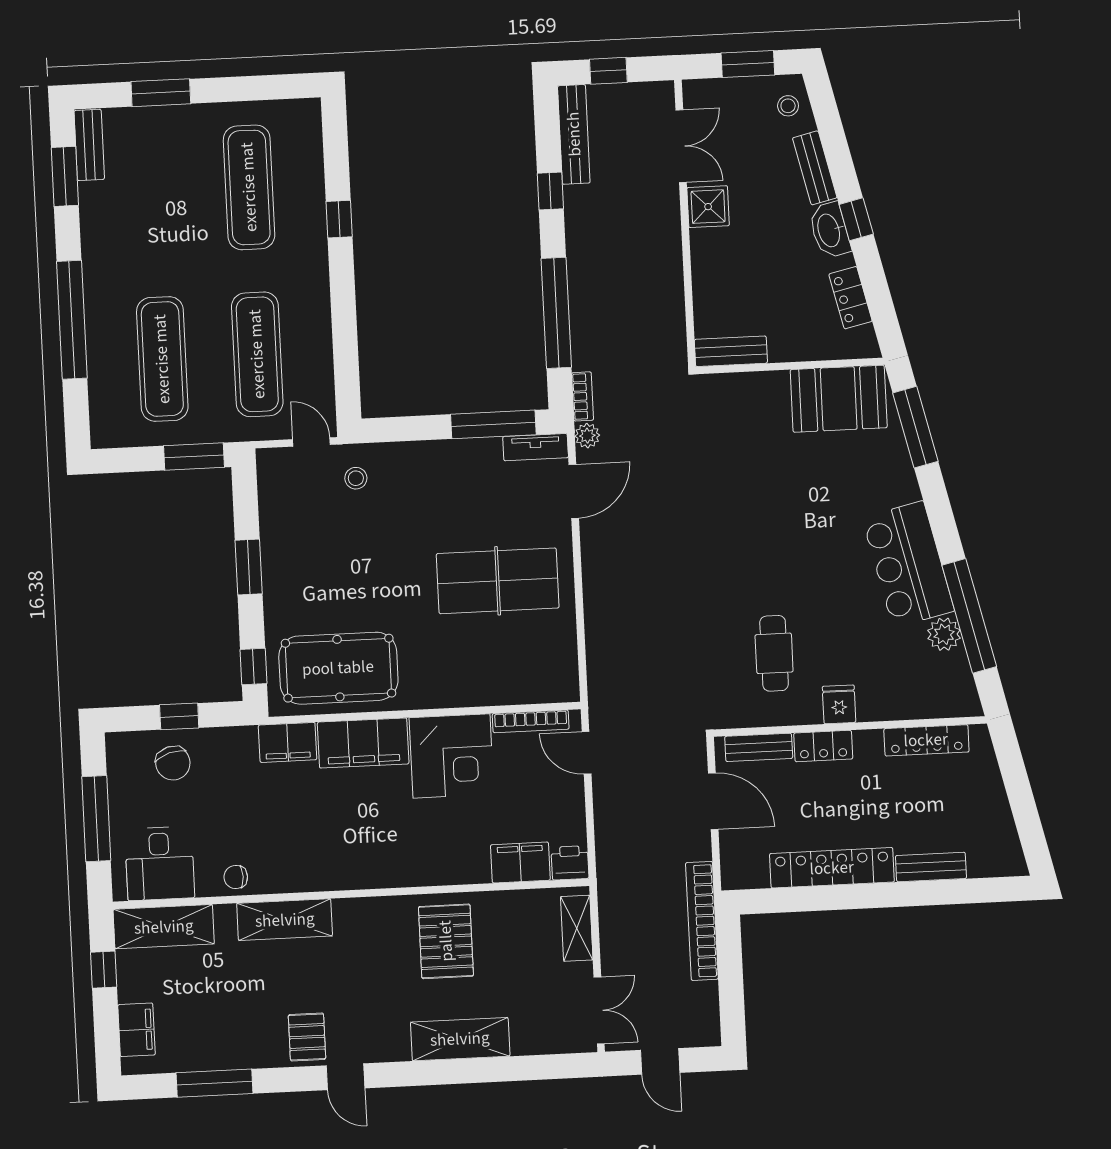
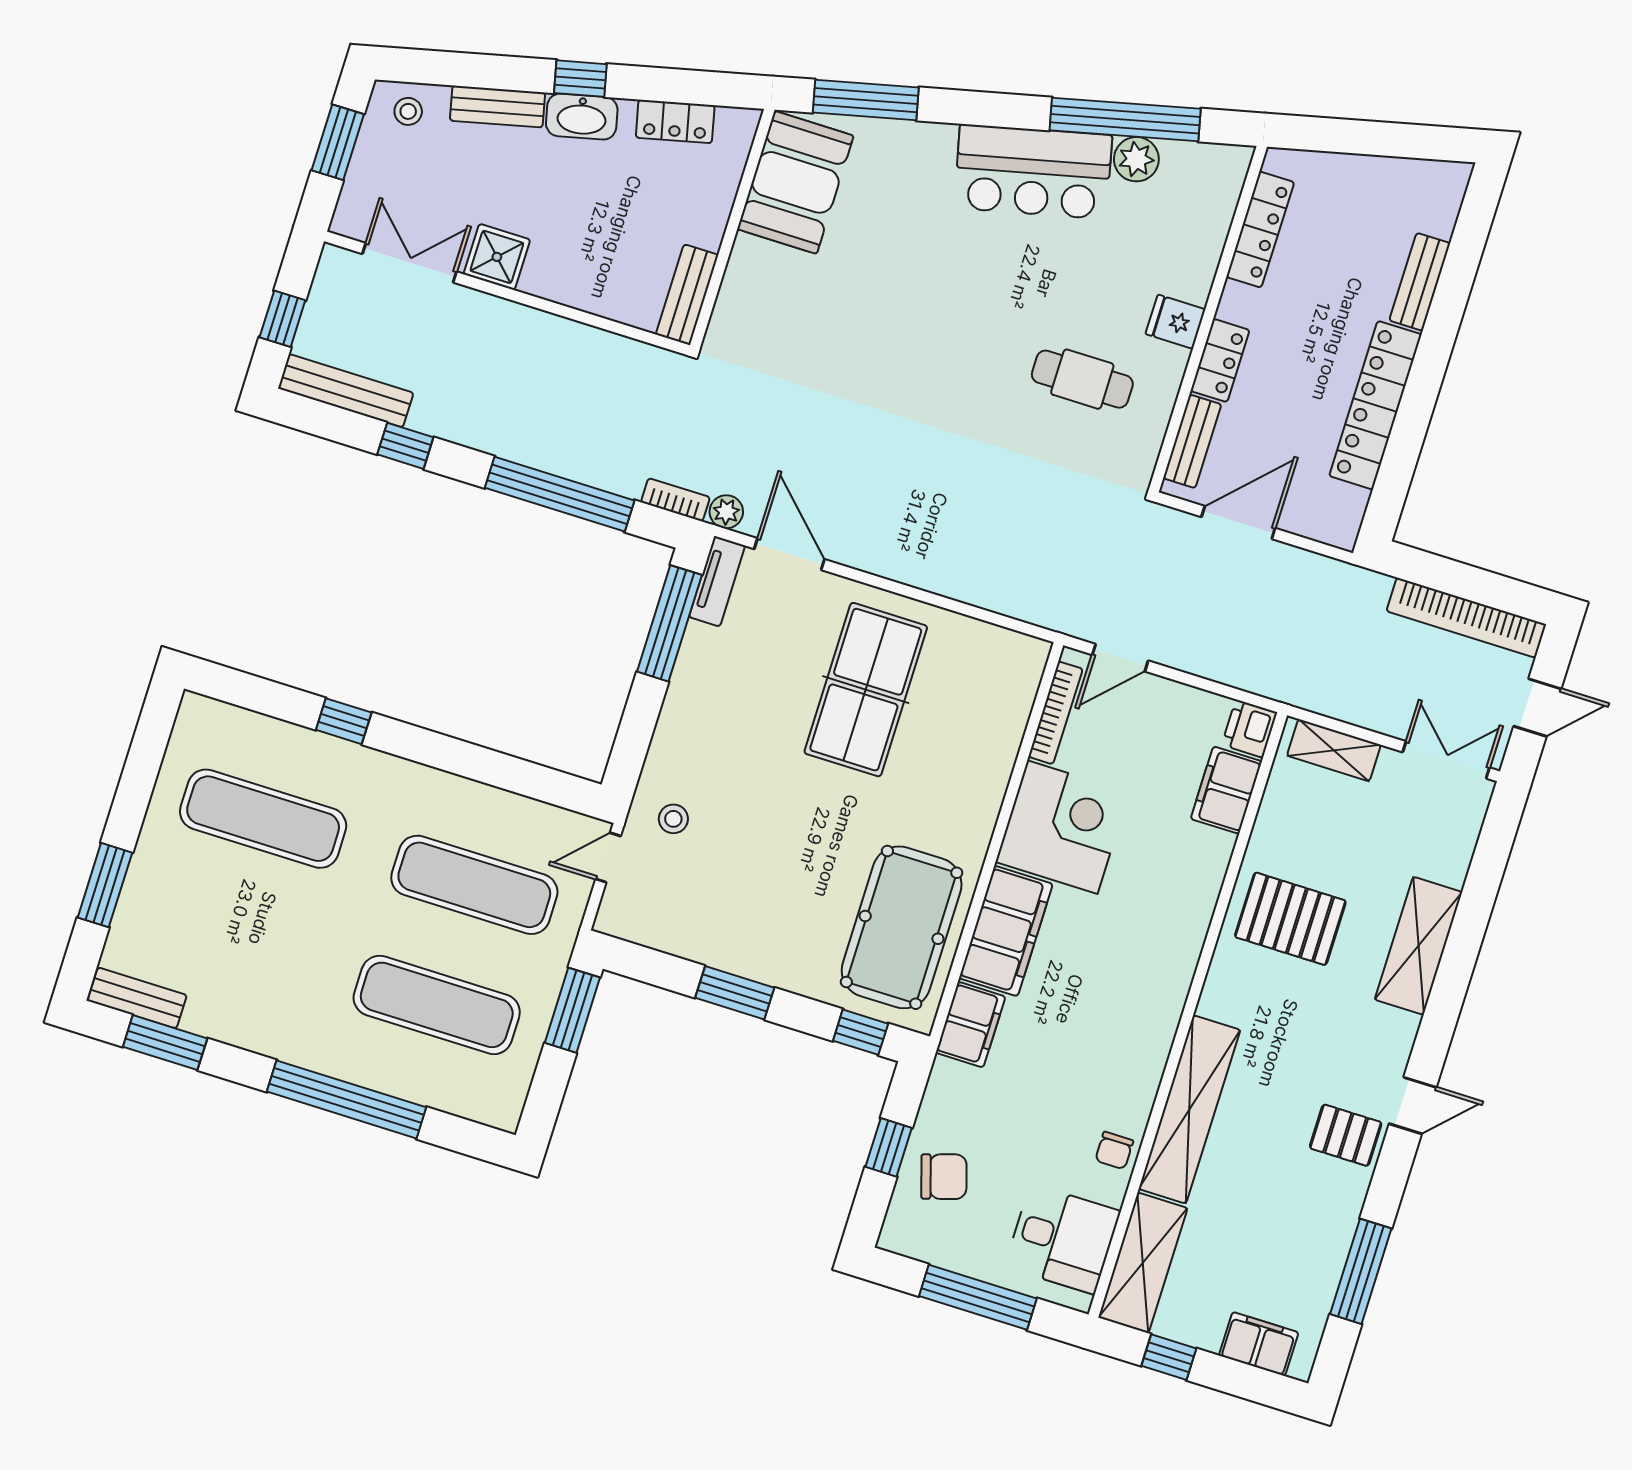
shelving: (285, 920) -> (1189, 1109), width x1.47
bookcase: (702, 921) -> (1466, 618), moved

